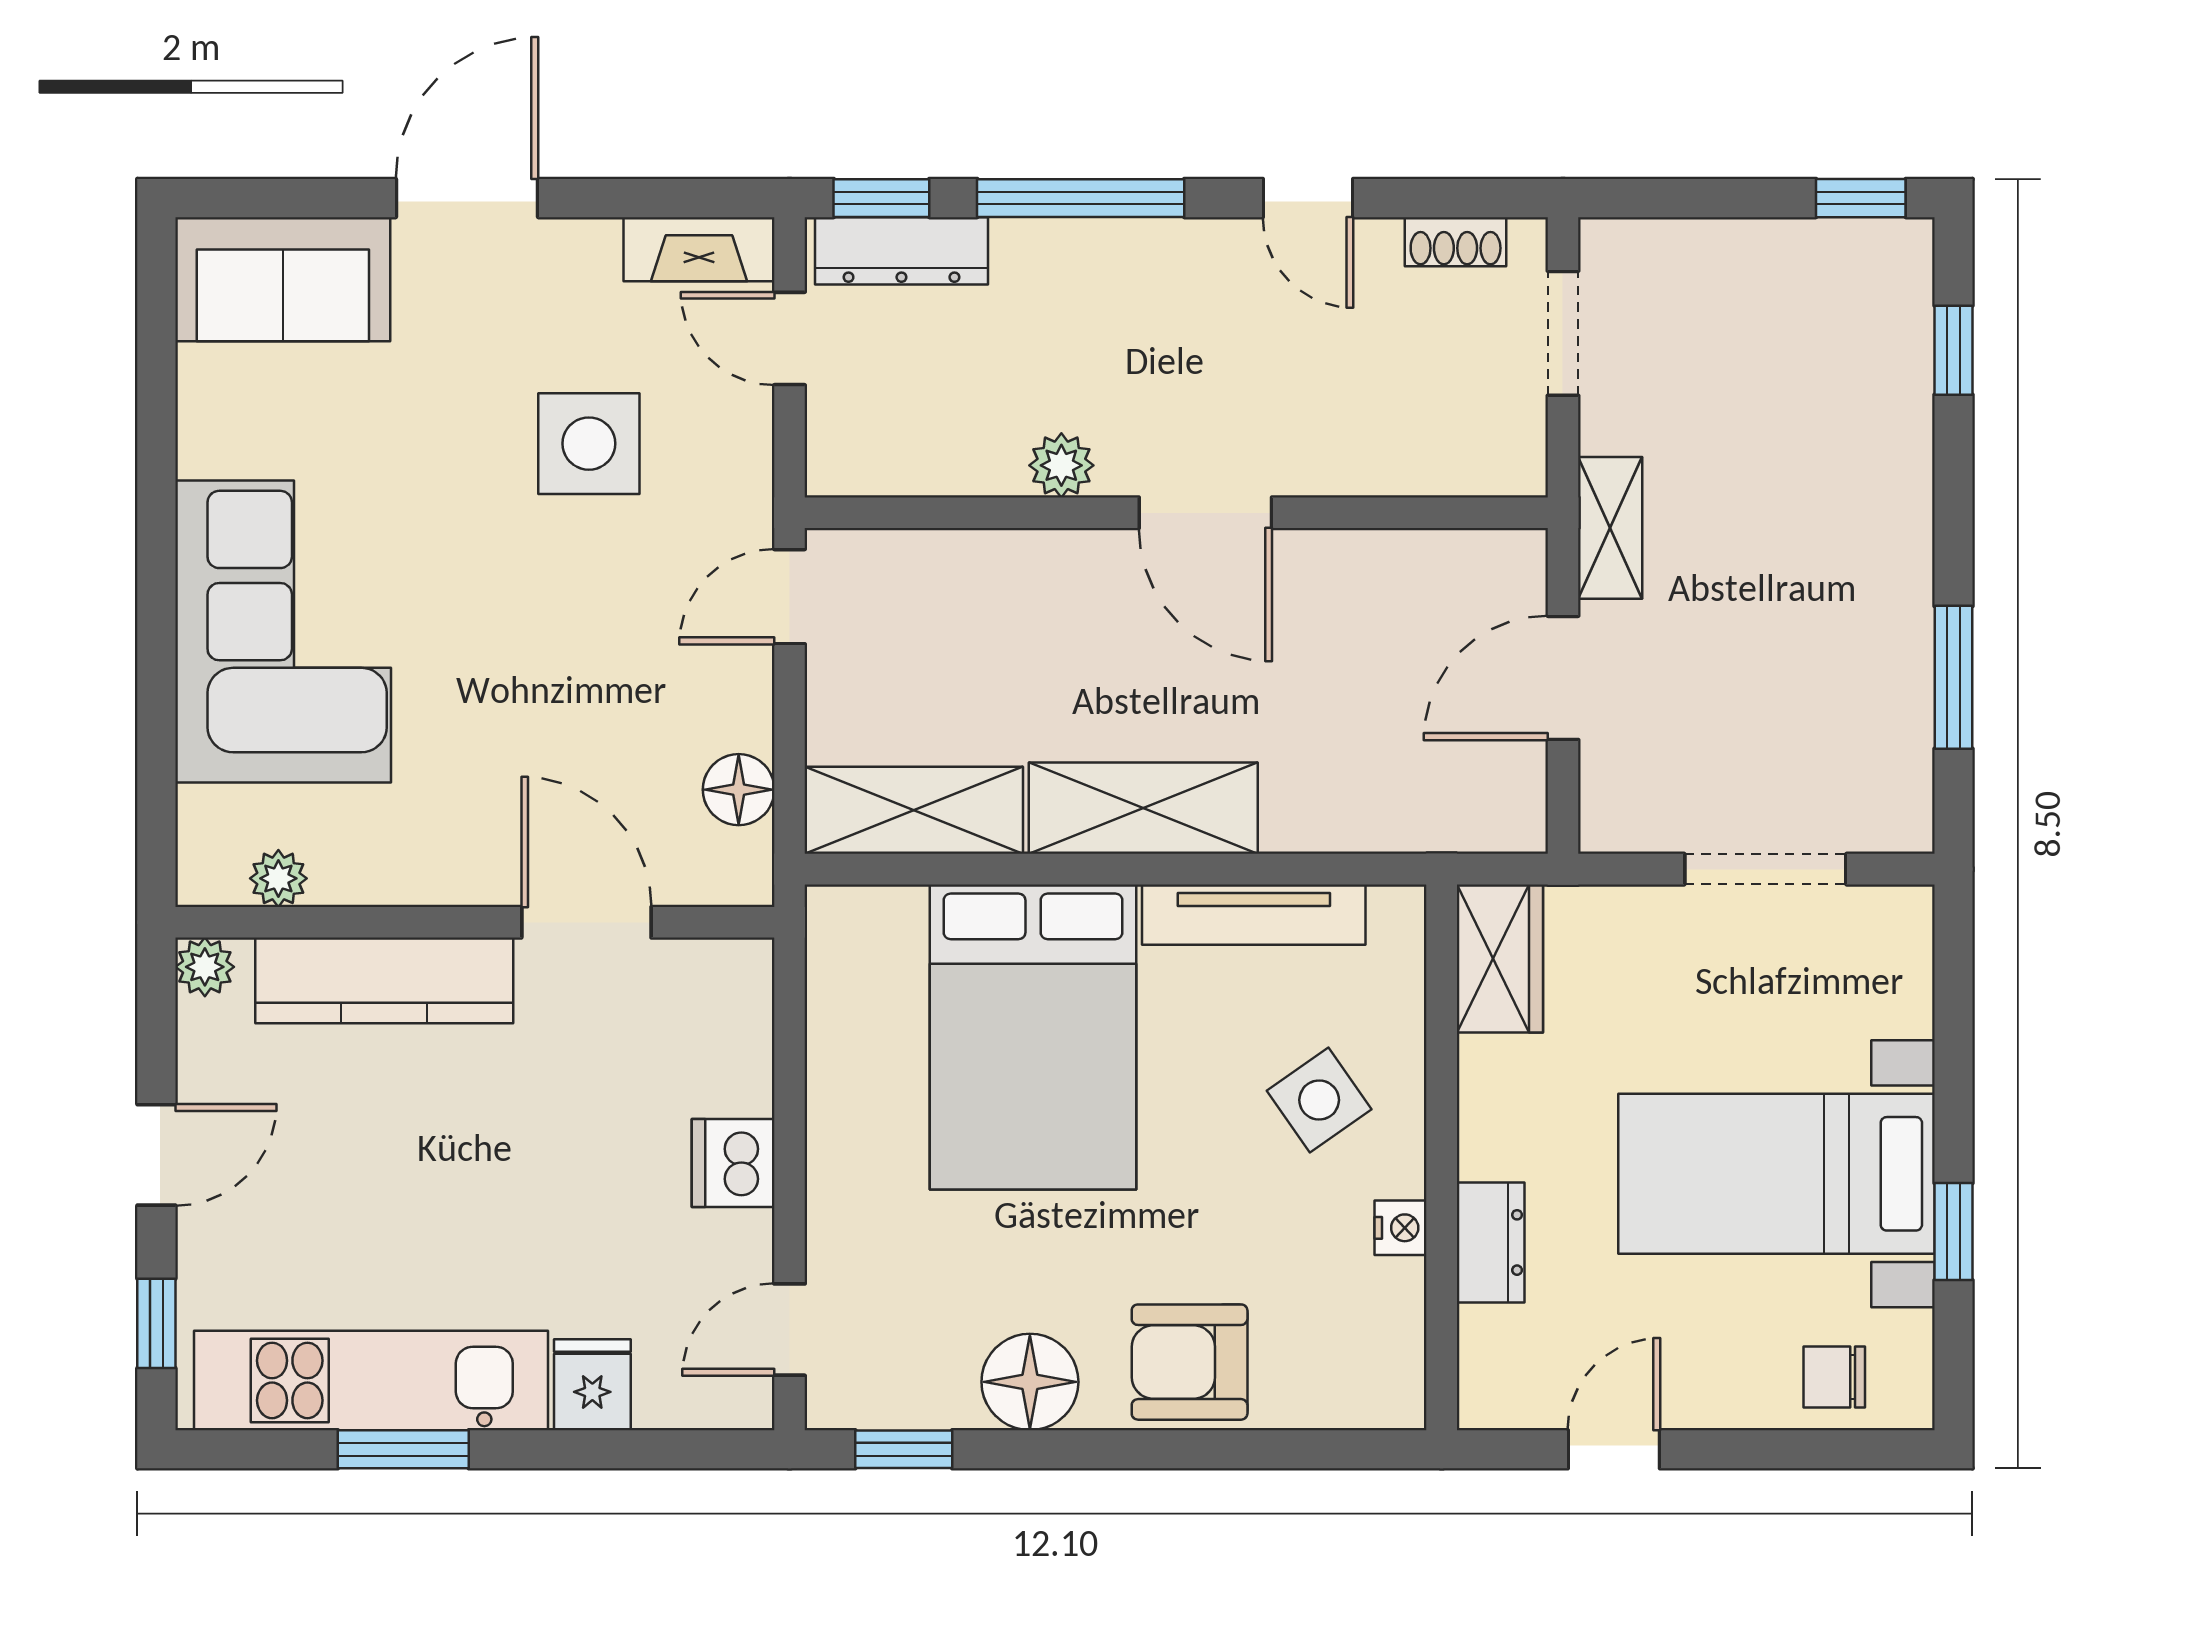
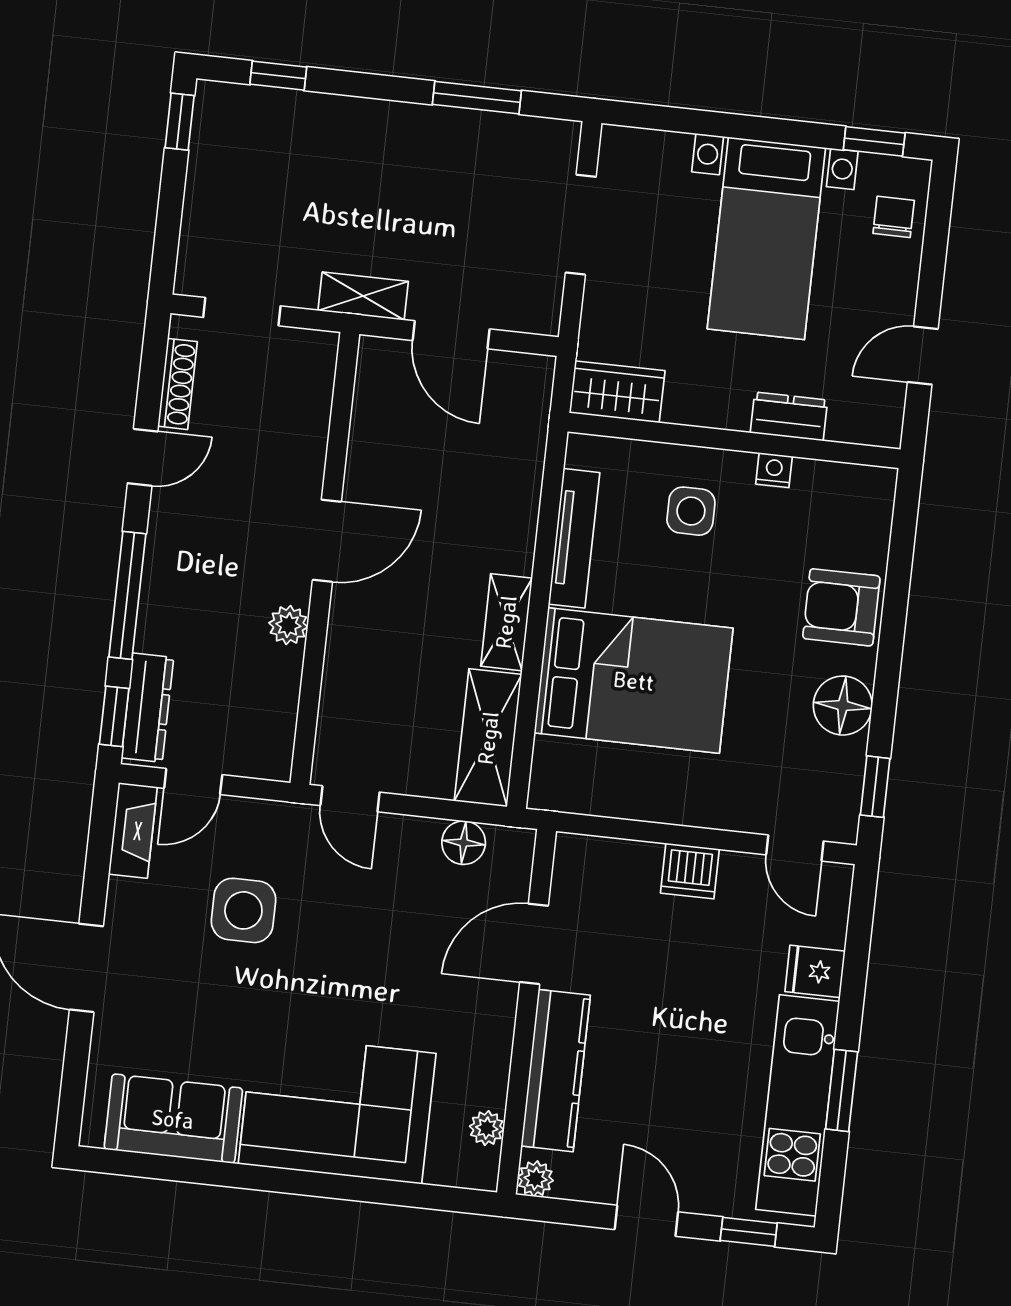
shoe rack: (1456, 242) -> (178, 384), width x1.43
sofa: (283, 279) -> (173, 1119), moved, turned -90
shelving: (1143, 808) -> (506, 622), width x0.67, depth x0.75
side table: (1319, 1100) -> (691, 511), turned 35
window: (1953, 1232) -> (874, 141), moved
armchair: (1190, 1362) -> (841, 607), turned 90
chair: (1834, 1377) -> (894, 217), turned 180
door: (1614, 1449) -> (923, 355), hinge flipped

